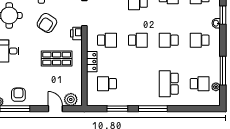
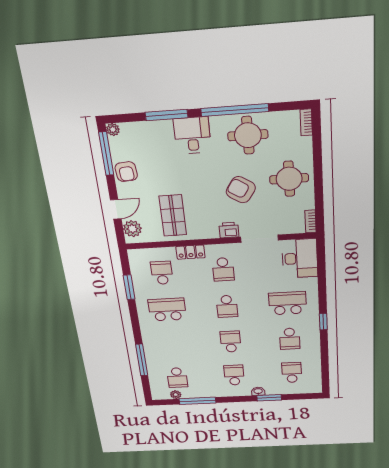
shop shelf: (57, 59) -> (173, 216), moved
school desk: (169, 84) -> (167, 310), moved
armchair: (18, 95) -> (126, 172), moved, turned 85
window: (153, 109) -> (142, 360), moved

